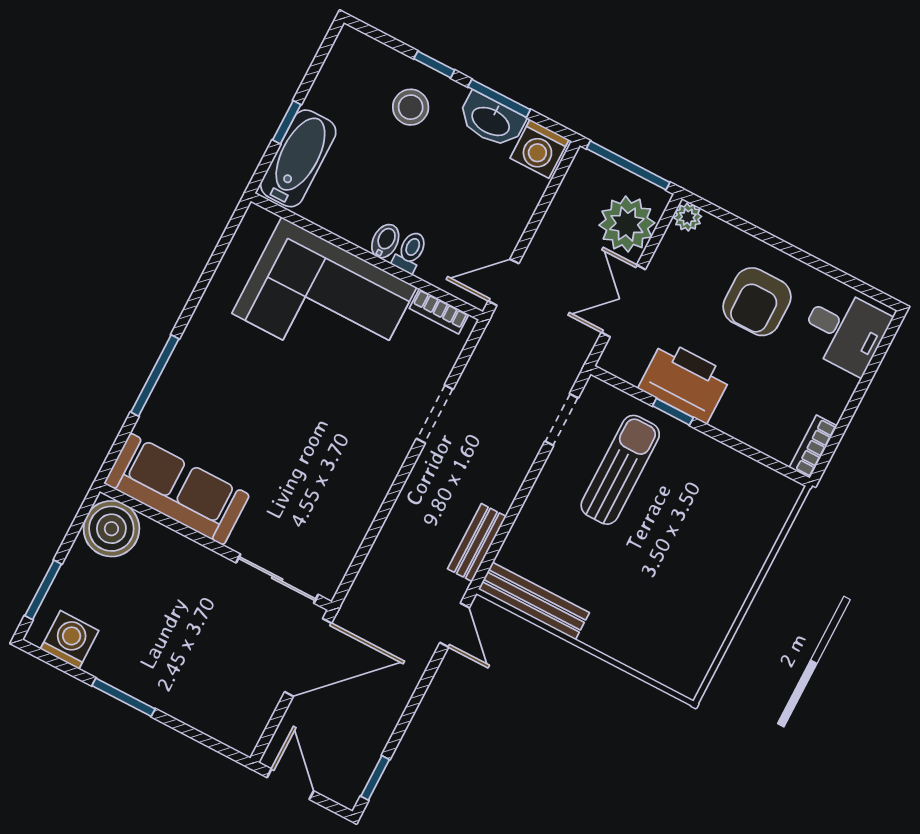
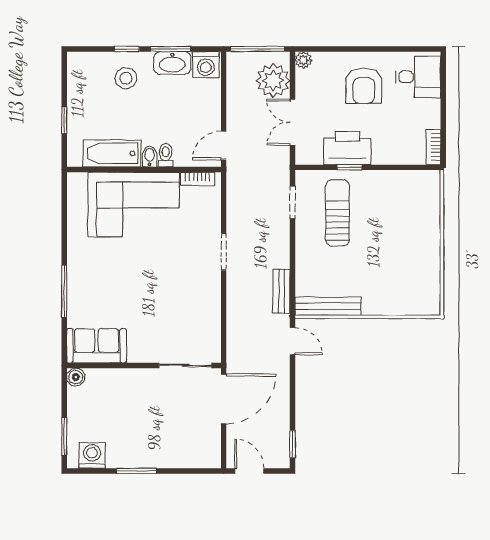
bathtub: (298, 158) -> (112, 153), moved, turned -90
doorway: (435, 414) -> (224, 252), moved
sofa: (177, 489) -> (97, 346), width x0.73
boiler: (111, 529) -> (76, 377), width x0.54, depth x0.54

